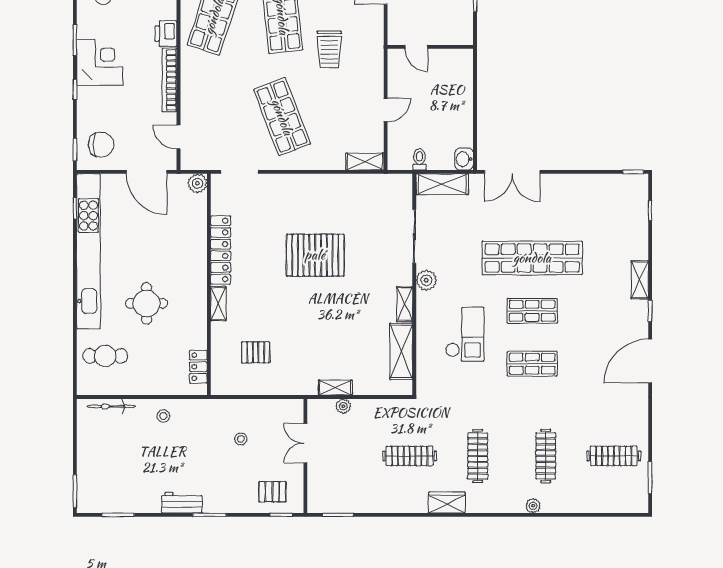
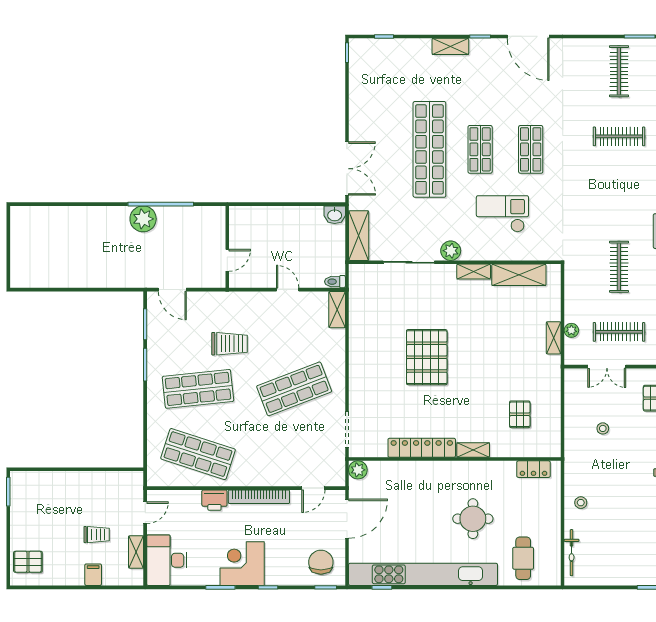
toilet: (420, 159) -> (335, 282), moved
clothes rail: (478, 456) -> (619, 332), moved

